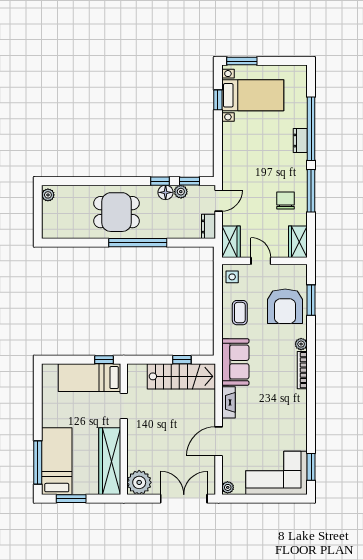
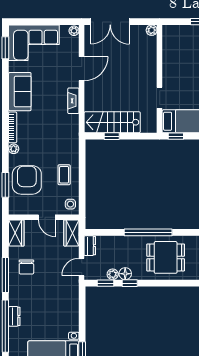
sofa: (235, 362) -> (20, 92), moved, turned 180
wardrobe: (110, 461) -> (171, 52), removed
plant: (139, 482) -> (152, 30), width x0.53, depth x0.53

